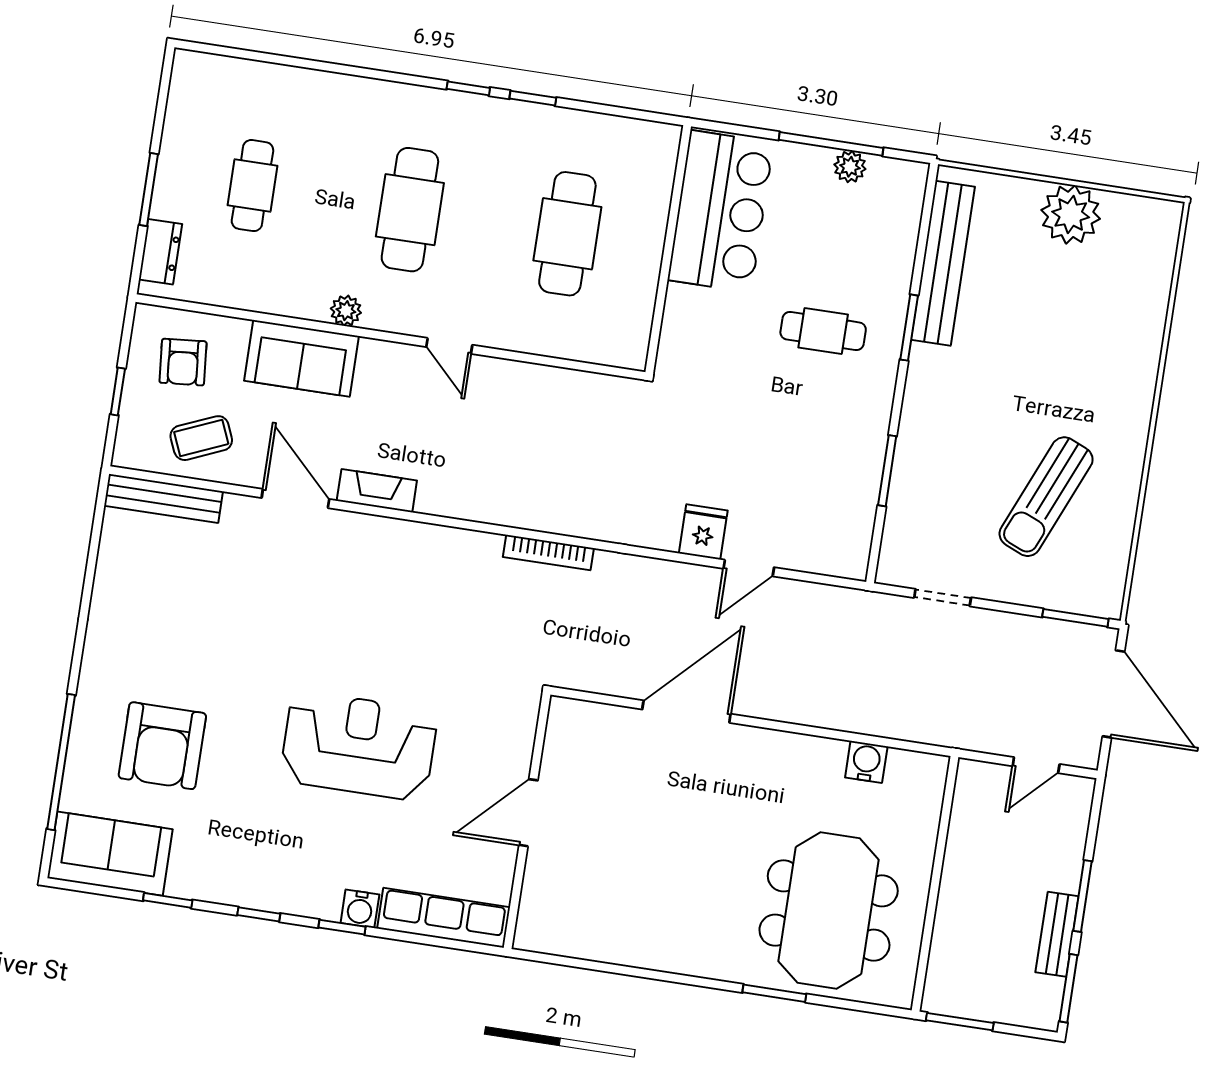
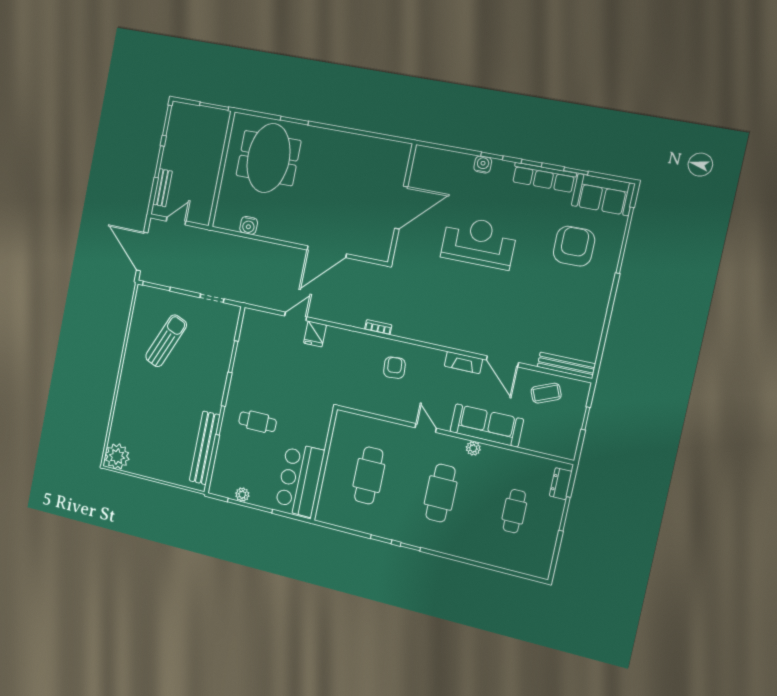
plant: (1071, 214) -> (117, 456), moved
sofa: (302, 358) -> (487, 425), width x1.36
armchair: (183, 362) -> (394, 368), moved
bookcase: (548, 553) -> (378, 327), width x0.64
reception desk: (359, 746) -> (479, 242), turned 180
door: (528, 813) -> (401, 208), width x1.36
row of seats: (444, 918) -> (544, 177), moved
bench: (1057, 934) -> (163, 188), moved

